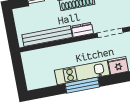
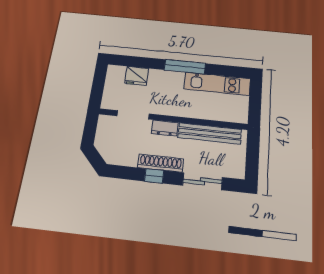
kitchen unit: (82, 73) -> (217, 84), moved

